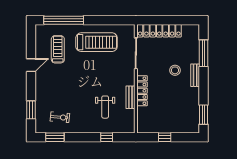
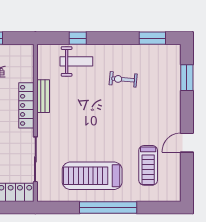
window: (64, 20) -> (108, 207), moved
weight bench: (105, 107) -> (76, 61), moved, turned 90
exercise bike: (60, 117) -> (123, 79), moved

